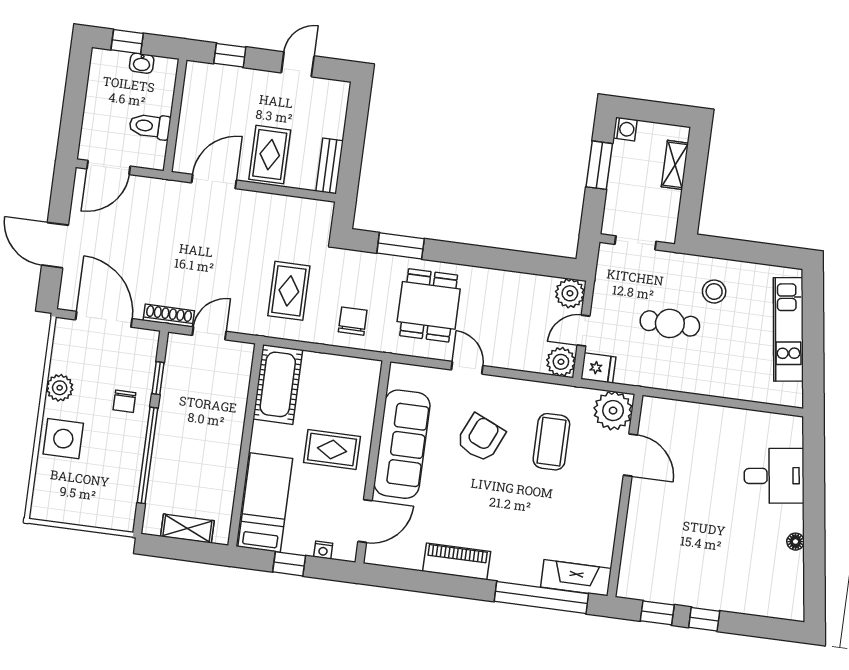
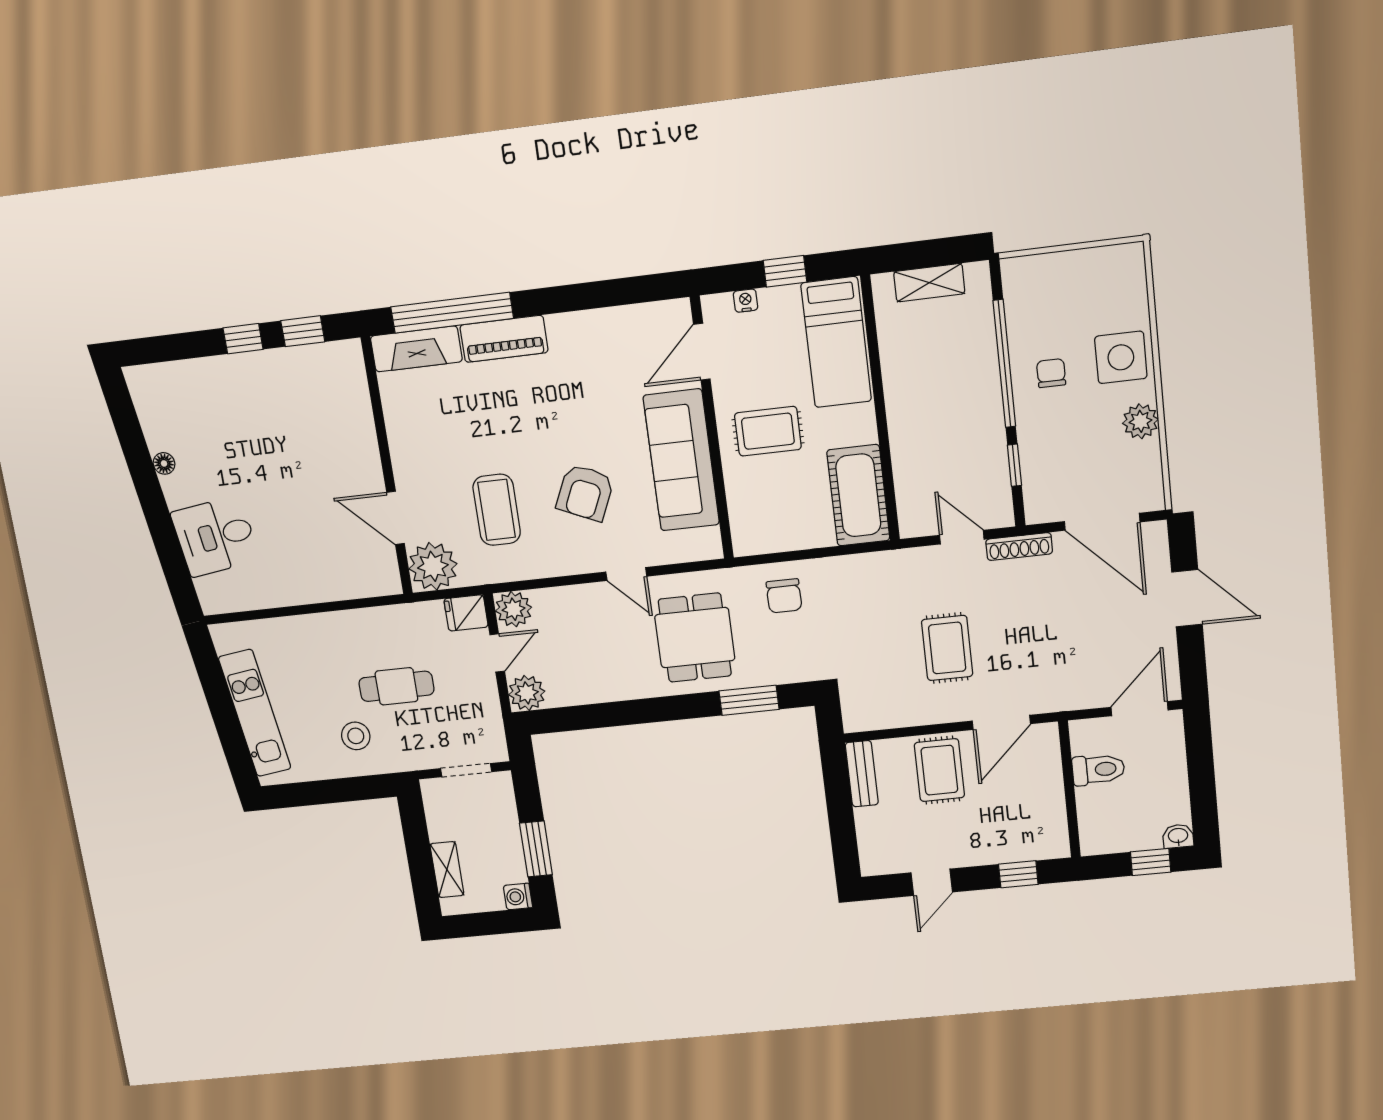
washbasin: (142, 63) -> (1178, 836), moved
rug: (289, 291) -> (947, 648), moved
door: (209, 333) -> (962, 537), swing flipped
chair: (124, 401) -> (1051, 373), moved
piano: (457, 561) -> (504, 339), moved

